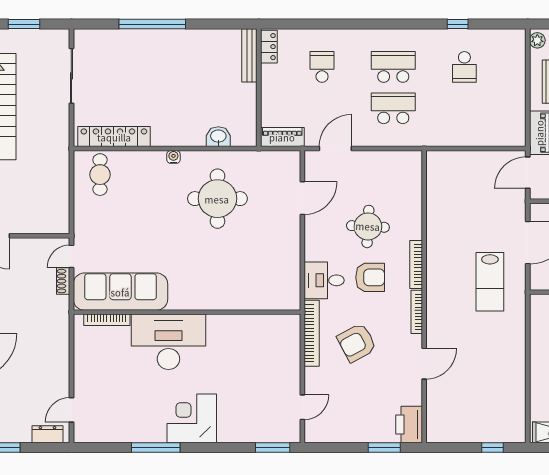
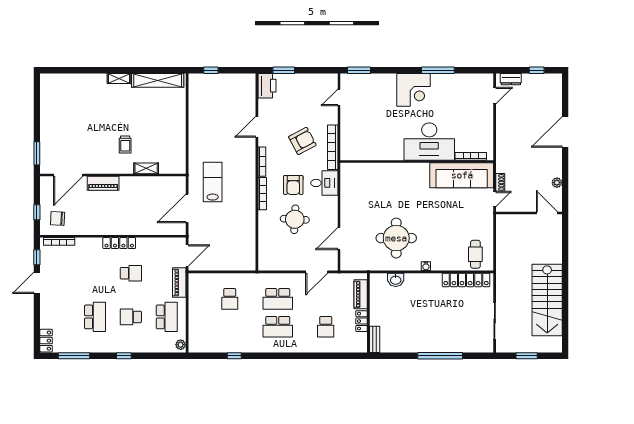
locker: (269, 47) -> (362, 321), moved
bench: (249, 55) -> (375, 339), width x0.73
school desk: (464, 67) -> (230, 299), moved, turned 180
piano: (282, 137) -> (361, 294), moved, turned 90
armchair: (370, 277) -> (293, 185), turned -90

